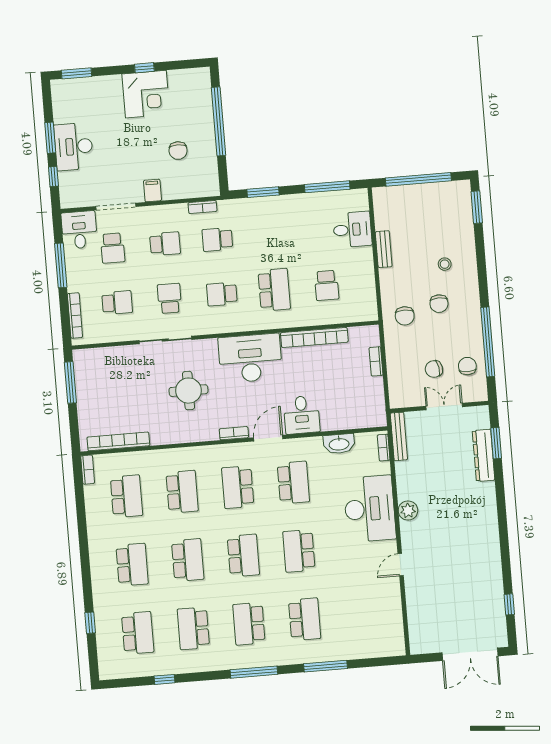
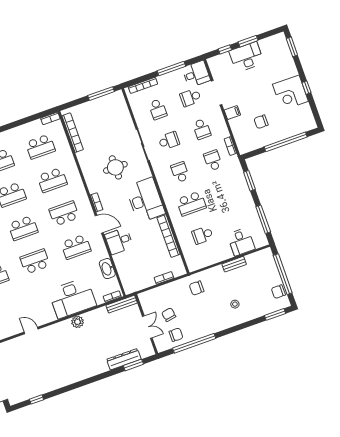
chair: (439, 304) -> (278, 292), moved
door: (401, 565) -> (31, 330), moved

